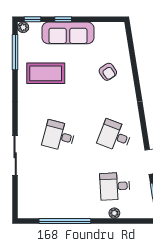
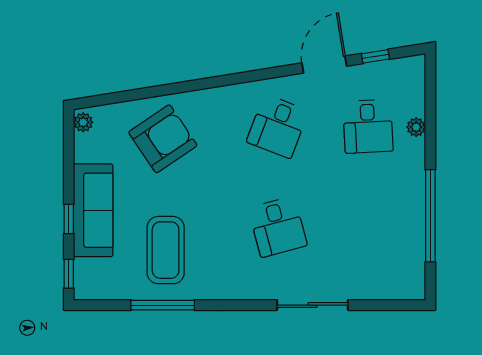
plant: (23, 27) -> (83, 122), moved
window: (15, 52) -> (163, 305), moved
armchair: (108, 72) -> (163, 139), width x1.88, depth x1.88
desk: (59, 136) -> (278, 227), turned -30

